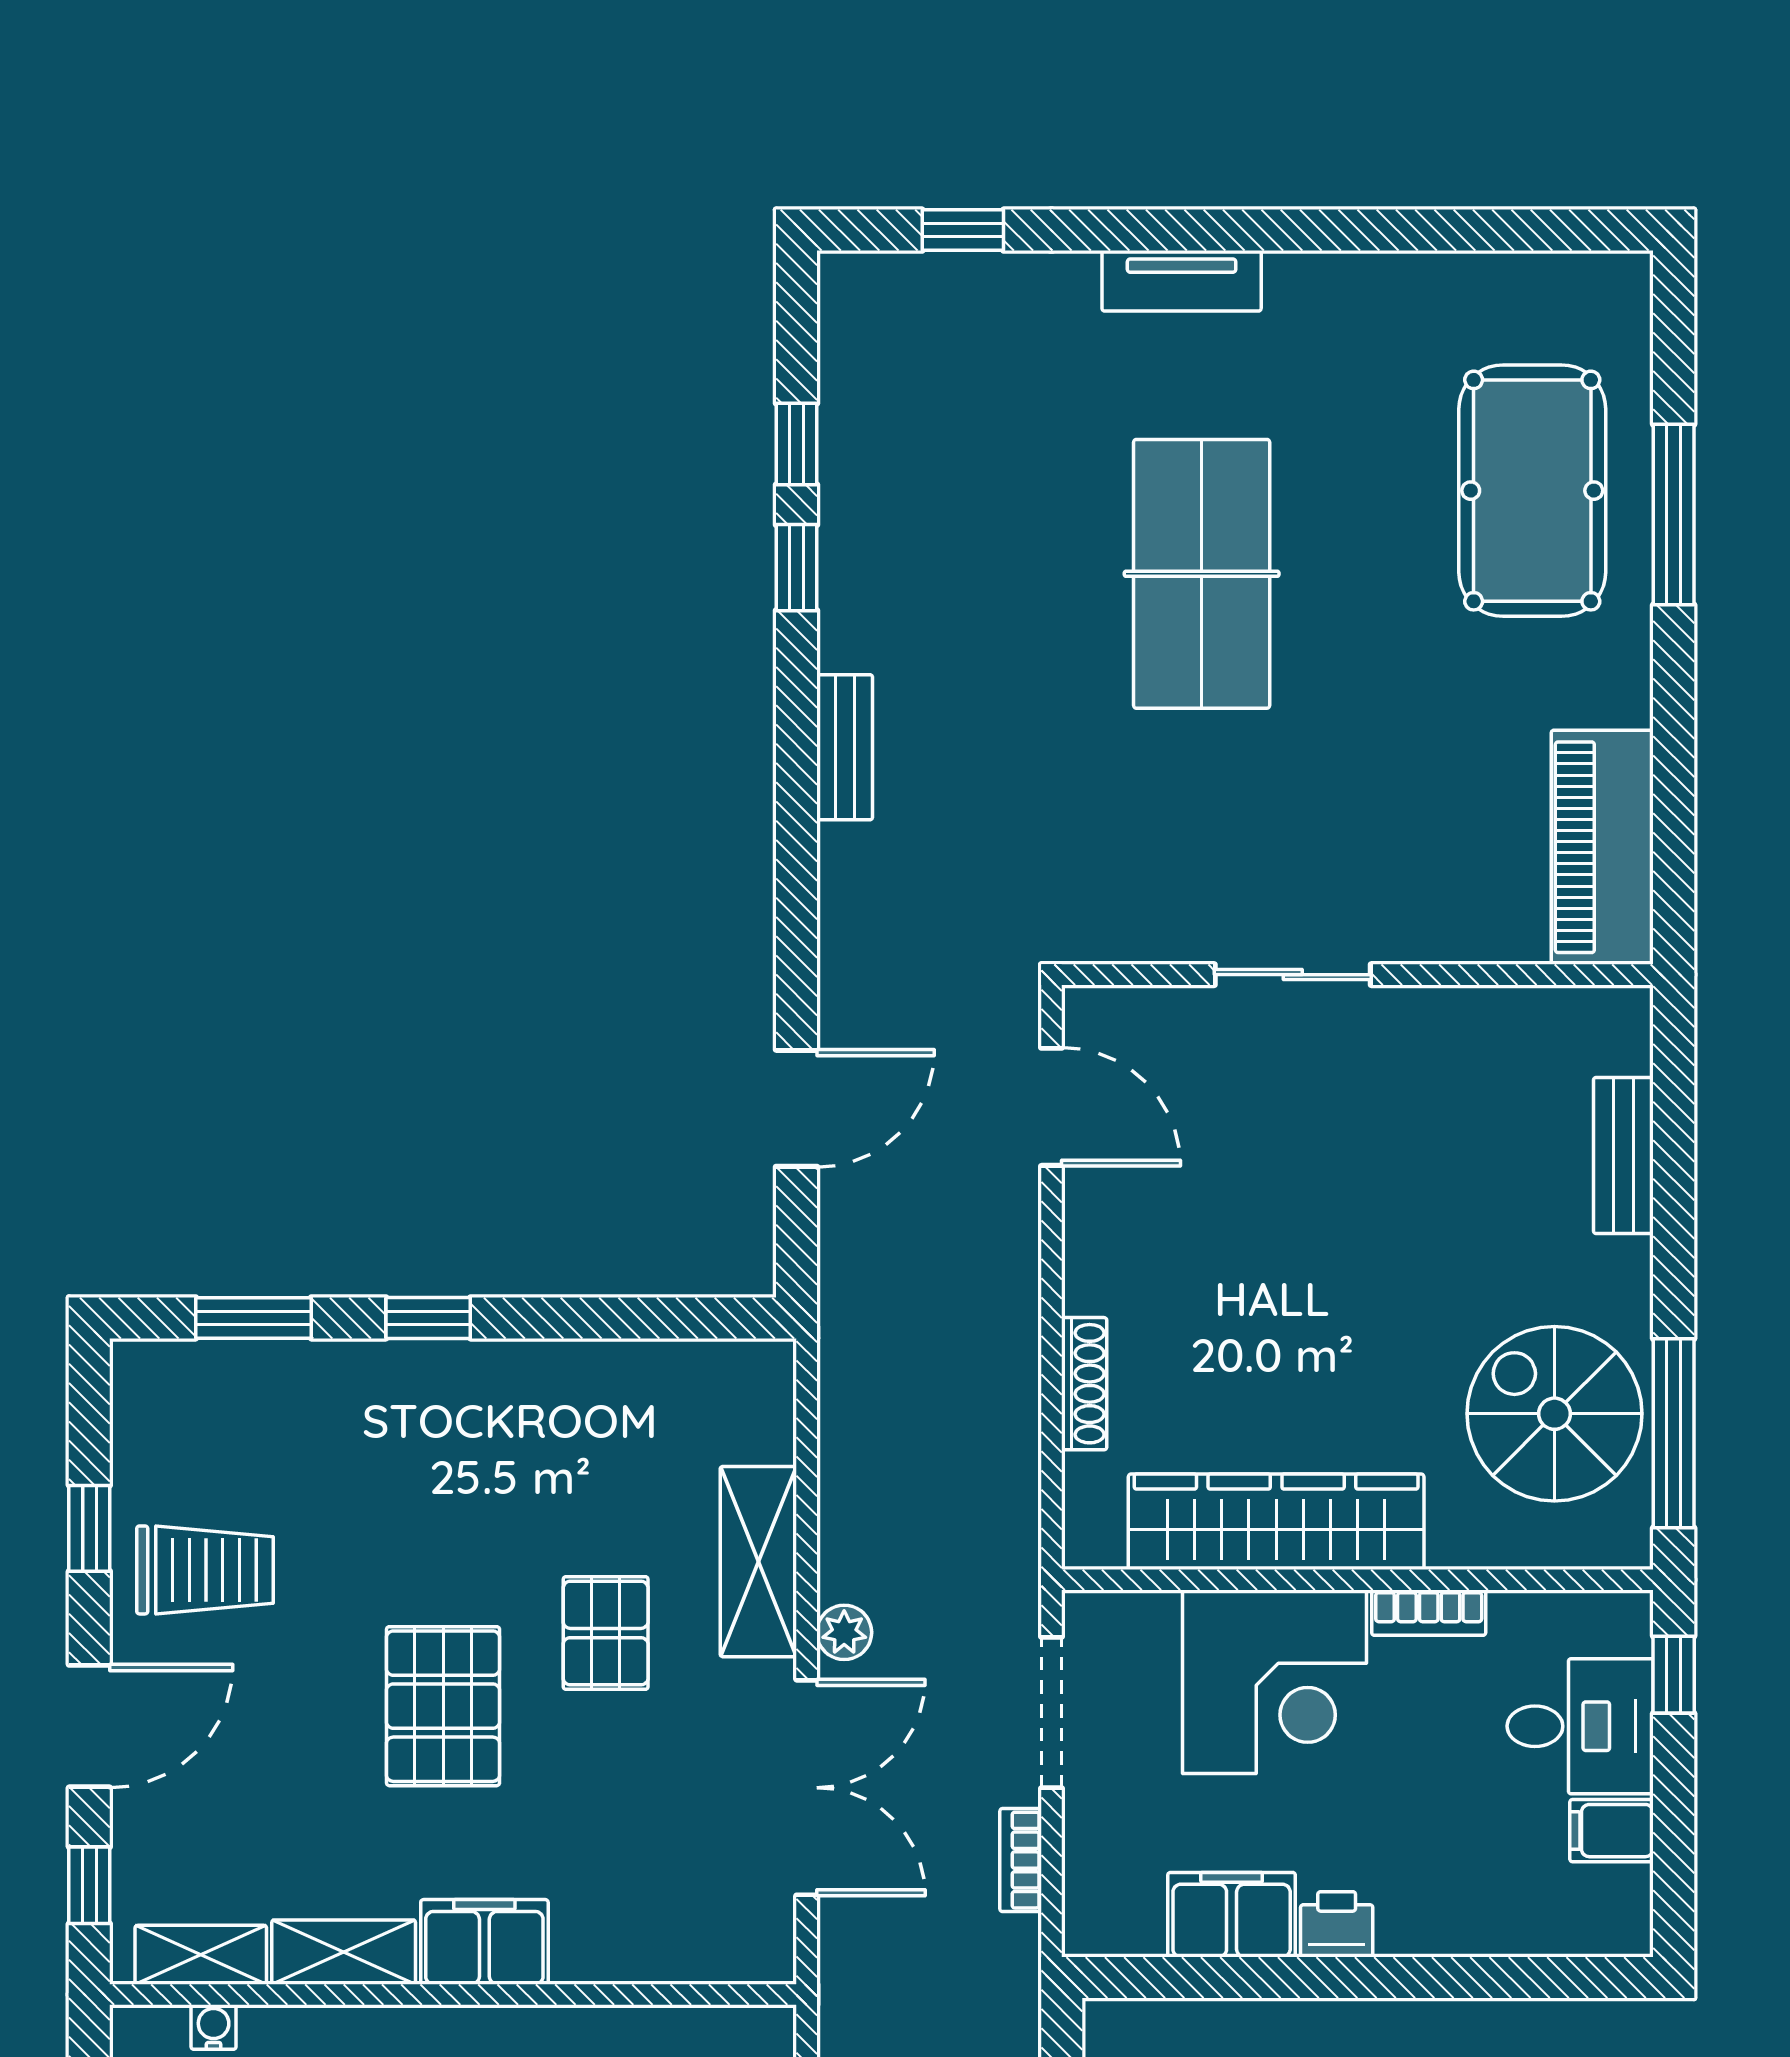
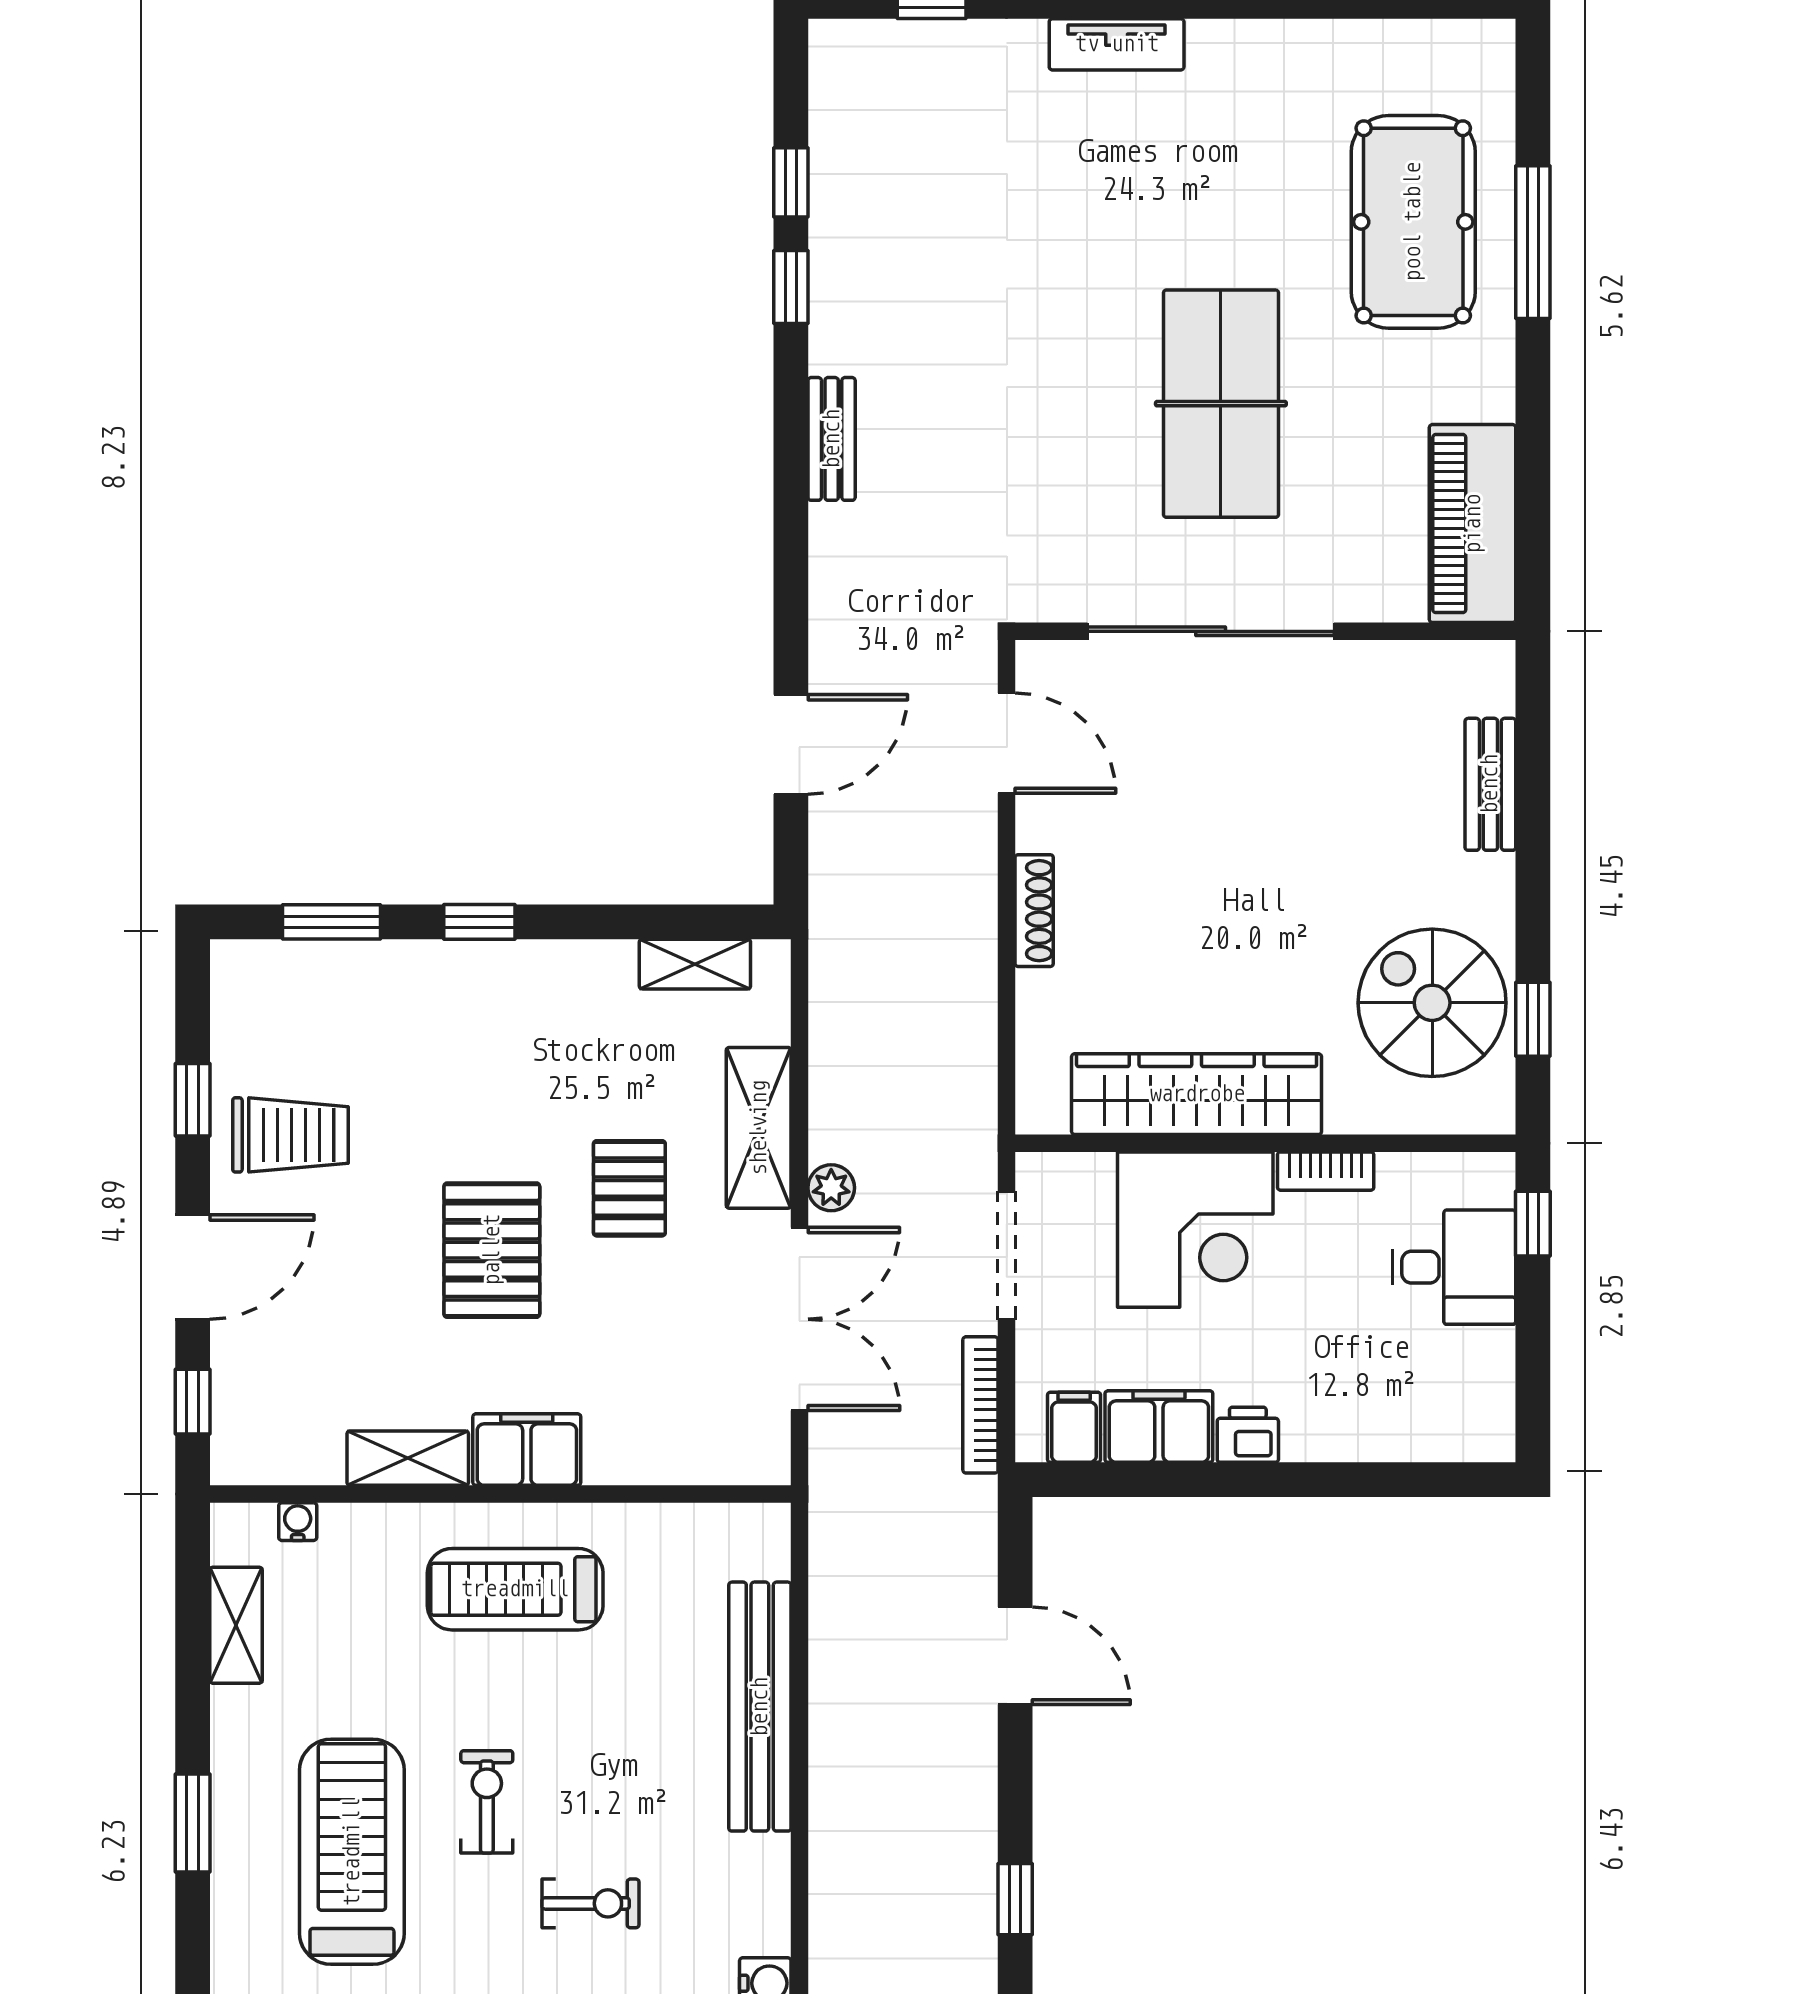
table tennis table: (1202, 574) -> (1221, 404), moved
sliding door: (1293, 975) -> (1211, 631), width x1.86
shoe rack: (1084, 1384) -> (1034, 911), moved
window: (1674, 1433) -> (1533, 1019), width x0.46
filing cabinet: (1612, 1831) -> (1074, 1427), moved, turned 90
bookcase: (1021, 1860) -> (980, 1405), width x1.56
shelving: (201, 1955) -> (695, 964), moved

